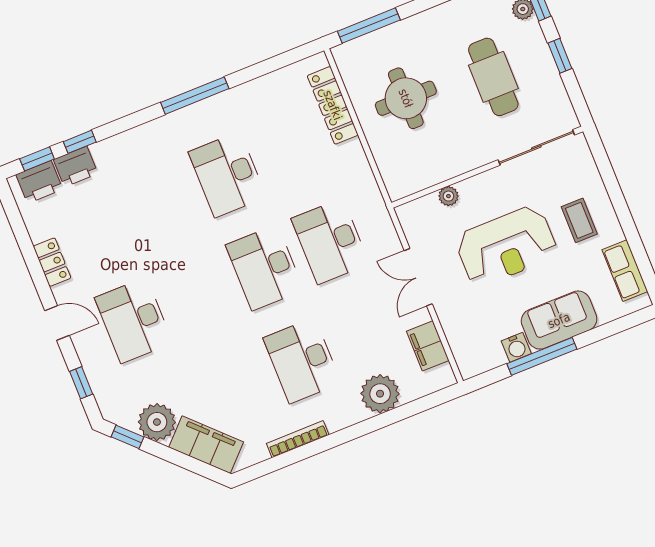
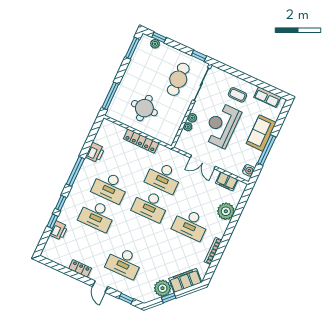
window: (560, 56) -> (199, 56), moved
cafe table: (493, 77) -> (178, 79), moved, turned 90
locker: (333, 105) -> (141, 141), moved
window: (37, 159) -> (61, 203), moved
printer: (39, 182) -> (95, 152), moved
plant: (469, 188) -> (192, 118), added
desk: (162, 201) -> (97, 215), added
reception desk: (506, 246) -> (222, 125), turned 180
door: (57, 323) -> (100, 287), swing flipped
water cooler: (516, 347) -> (249, 170), moved
window: (127, 437) -> (169, 298), moved

